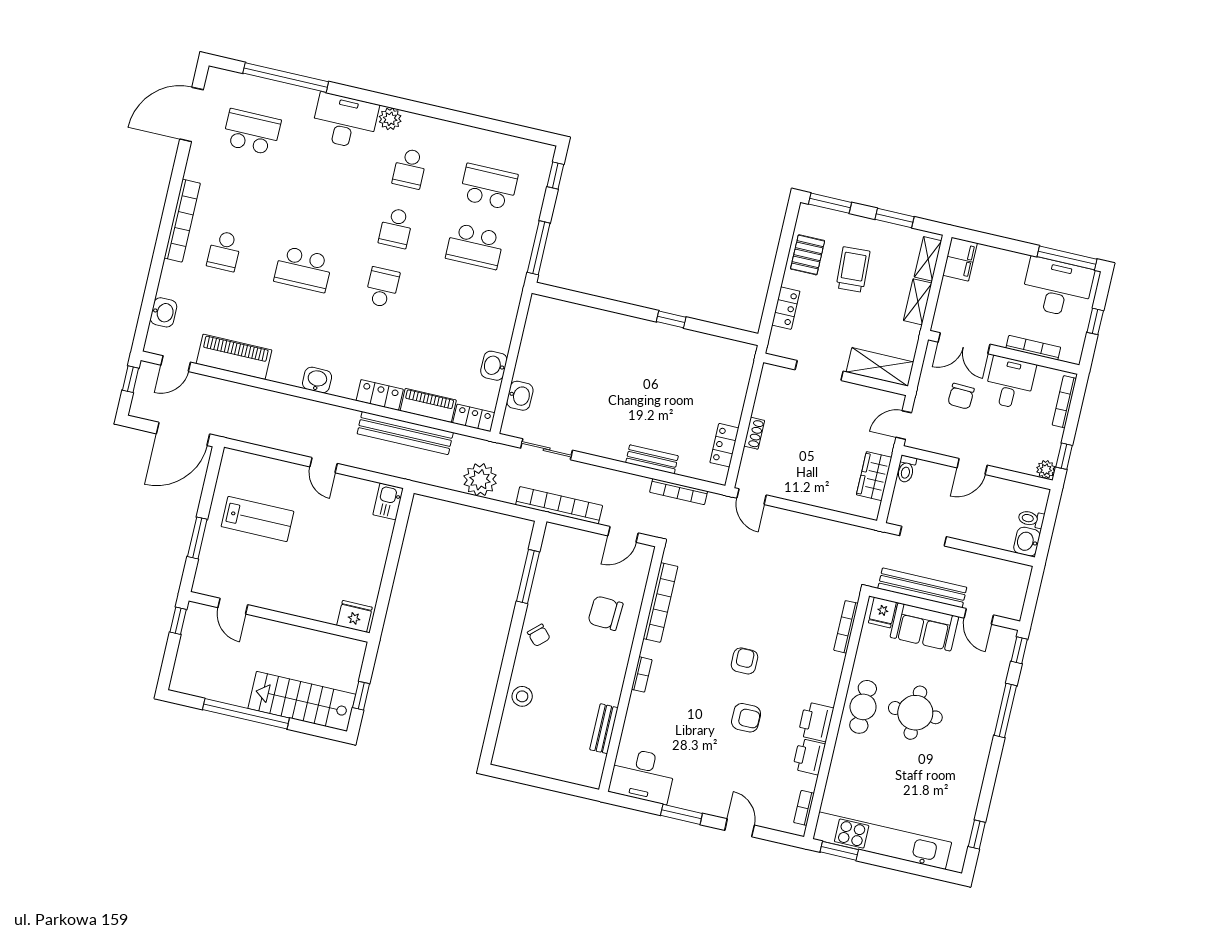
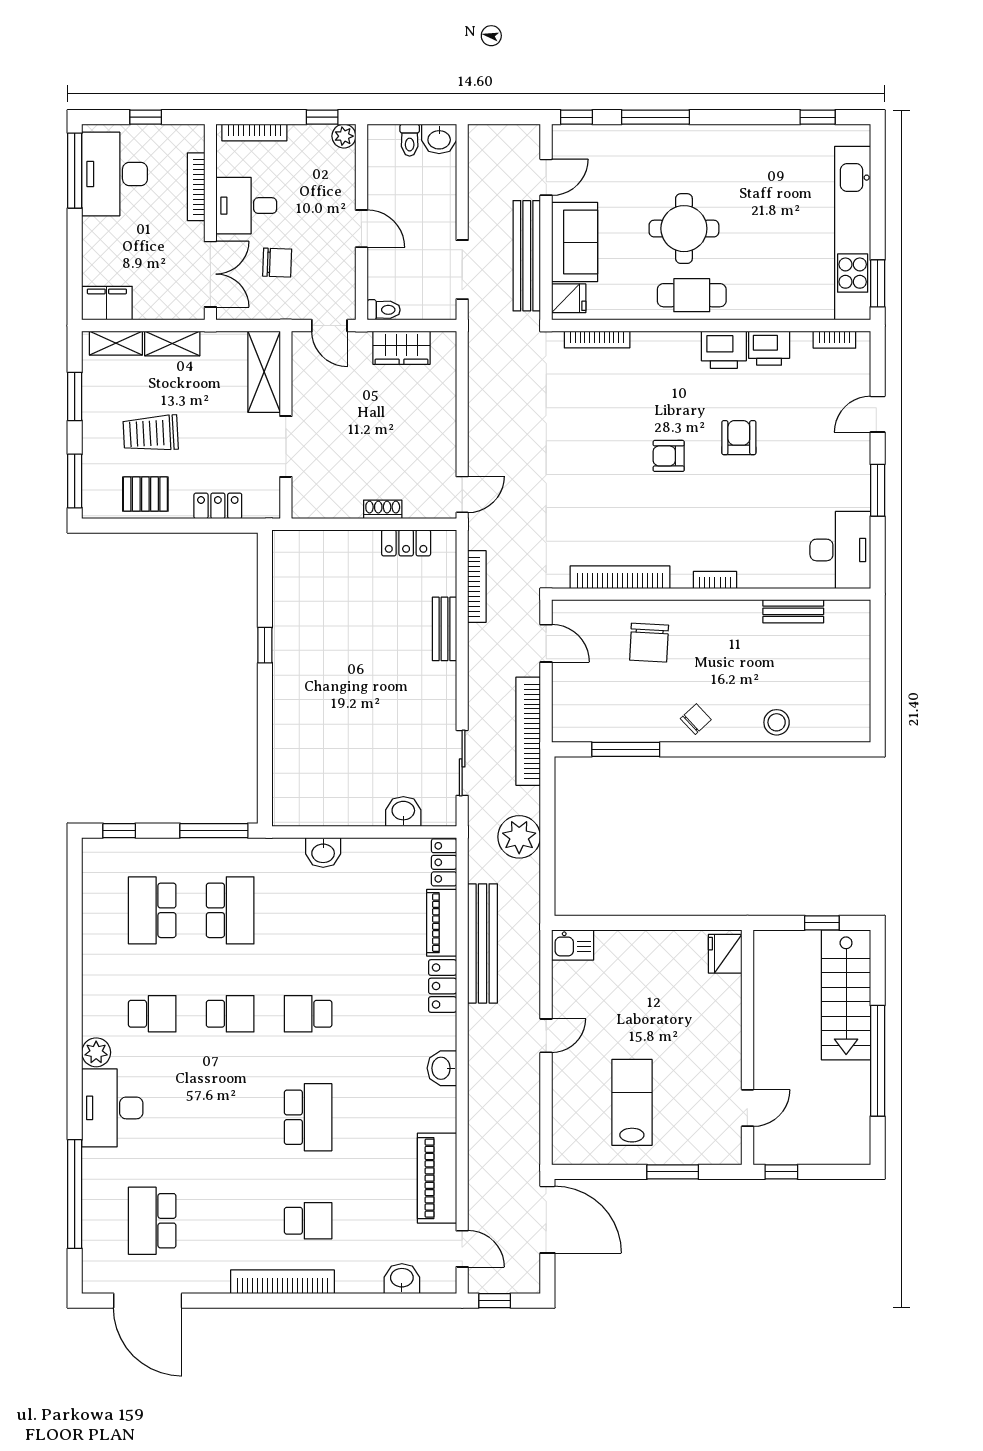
washbasin: (494, 366) -> (323, 852), moved

